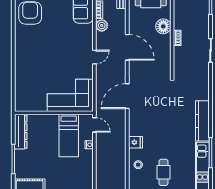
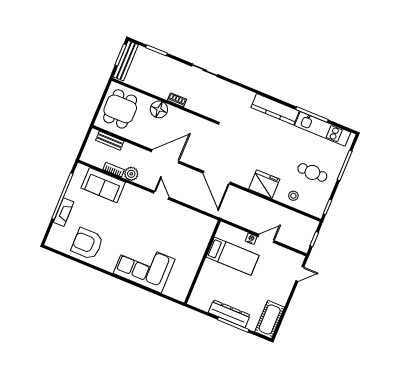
corner sofa: (70, 95) -> (144, 266), moved, turned 90
door: (94, 125) -> (266, 238), moved
dresser: (21, 132) -> (229, 314), moved
fridge: (135, 142) -> (264, 184), width x1.88, depth x1.34

